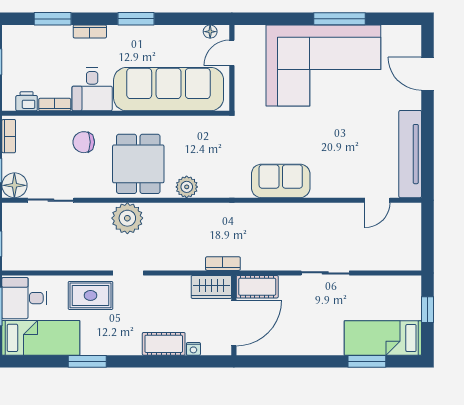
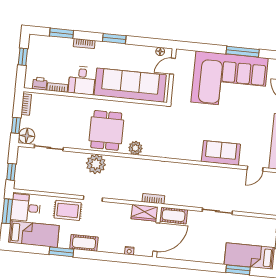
chair: (84, 142) -> (73, 113), removed
sofa: (281, 181) -> (221, 153), moved
cot: (164, 344) -> (84, 243), moved

